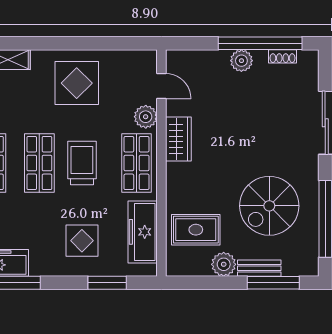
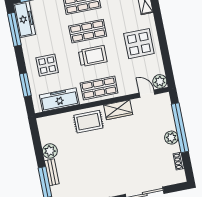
window: (260, 43) -> (180, 128), moved
door: (161, 86) -> (147, 94), swing flipped
plant: (146, 117) -> (160, 81), moved
spiral stairs: (269, 206) -> (89, 171), removed
rug: (196, 230) -> (88, 122), moved, turned 90

